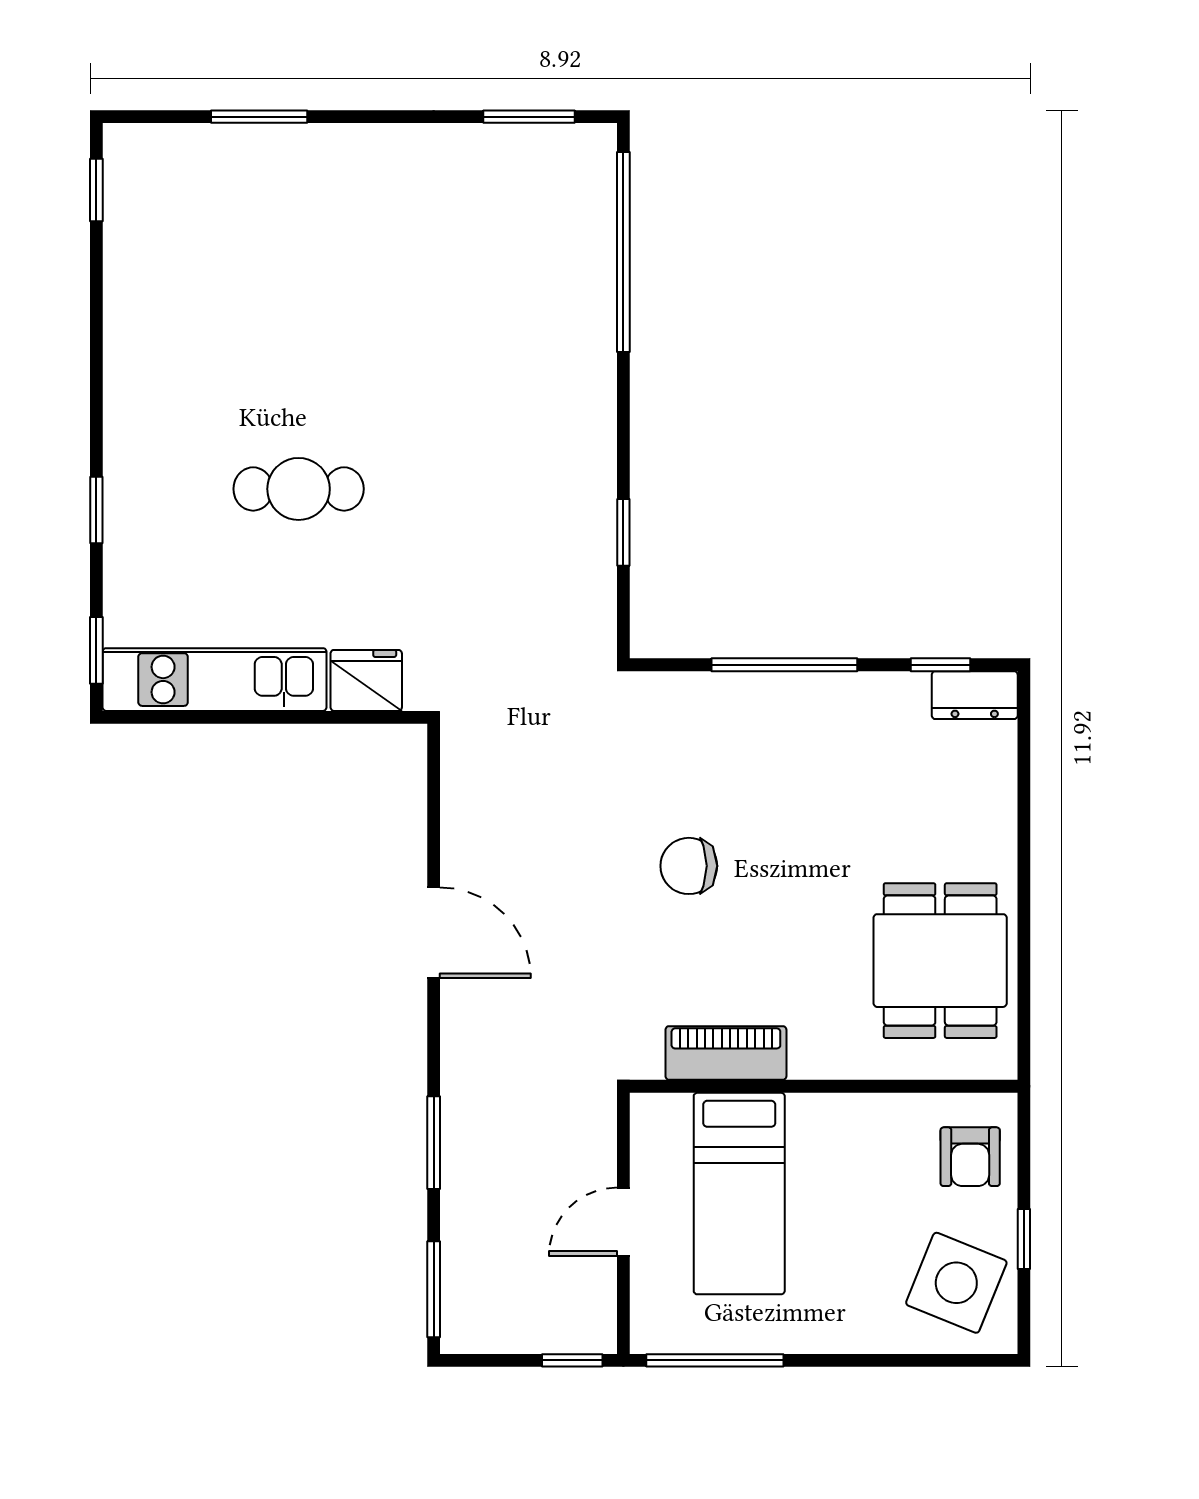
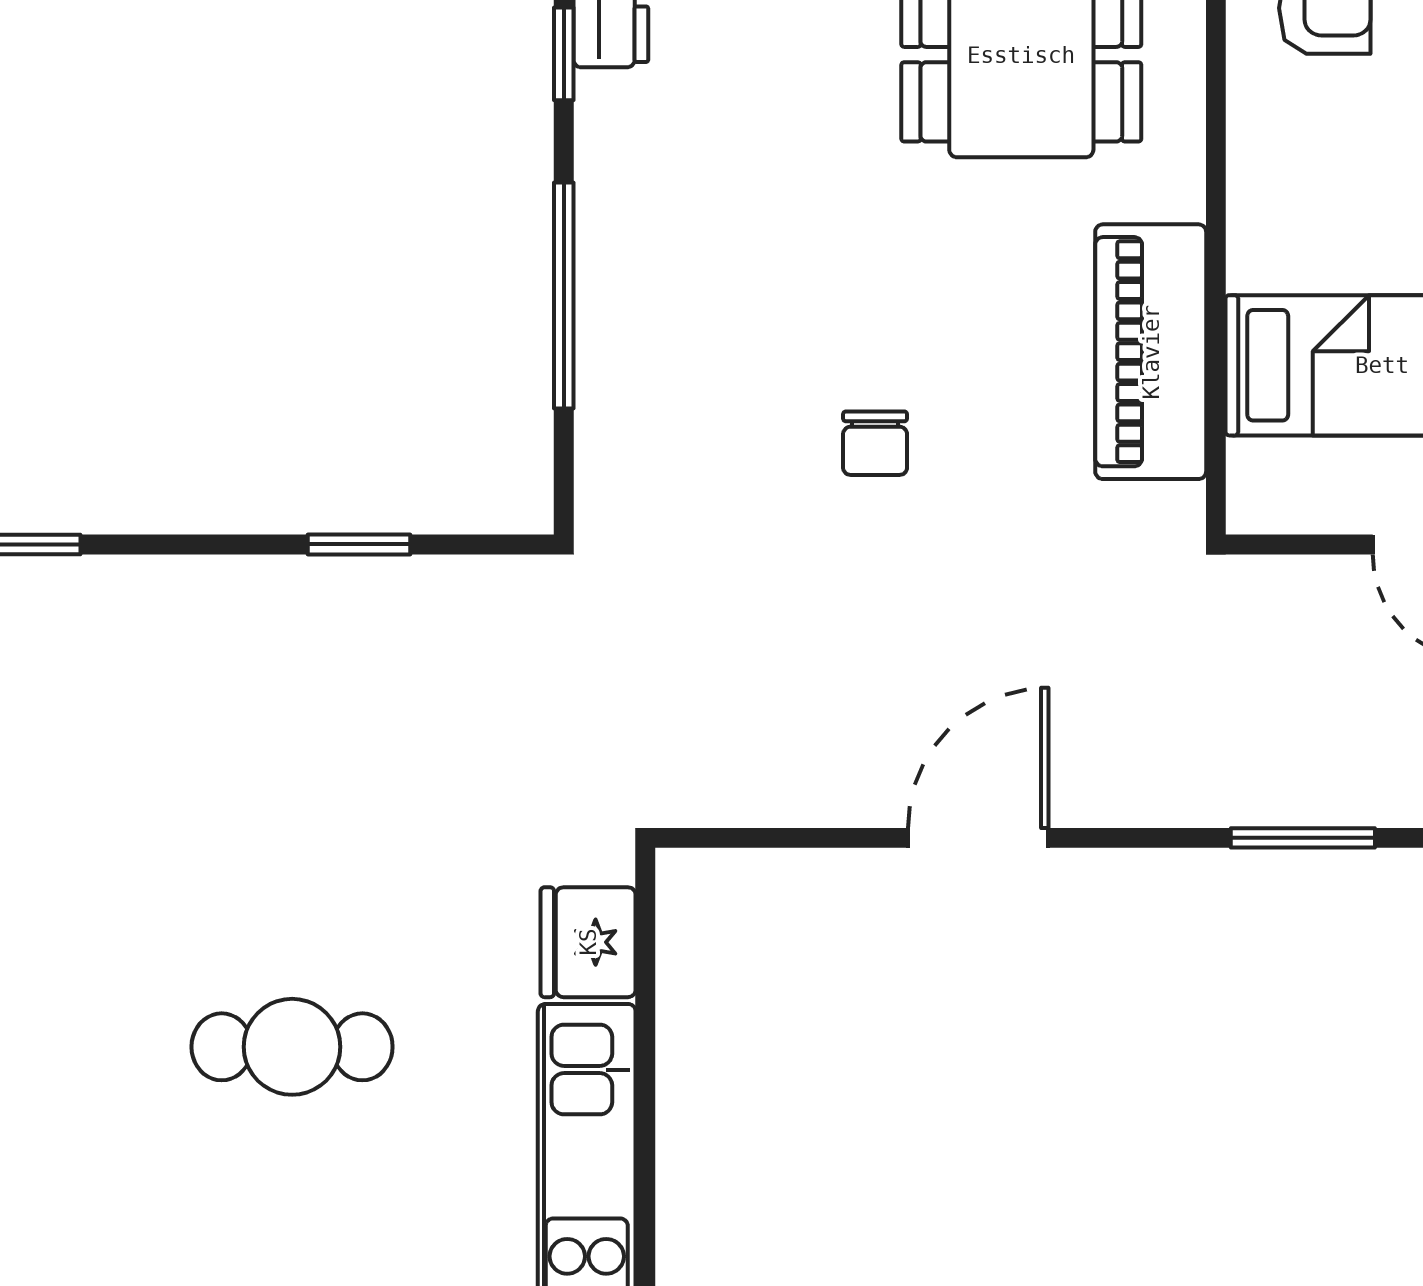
cafe table: (299, 489) -> (292, 1047), turned 90
chair: (689, 866) -> (875, 443), width x0.73, depth x0.73
piano: (726, 1053) -> (1151, 352), width x1.37, depth x1.33

